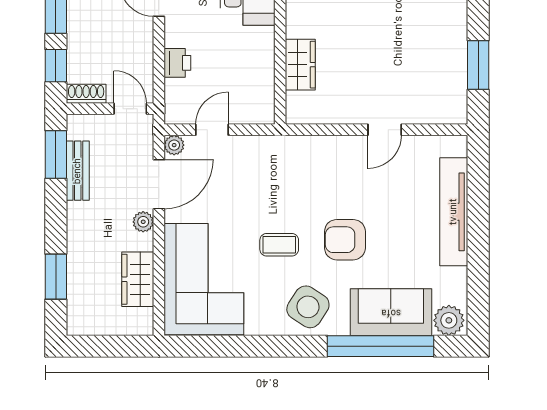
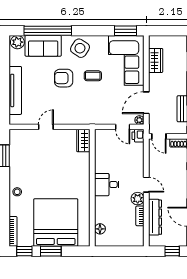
printer: (177, 63) -> (138, 136), moved
wardrobe: (300, 65) -> (83, 141), moved
door: (212, 130) -> (123, 127), hinge flipped
plant: (143, 222) -> (153, 86), removed
armchair: (345, 240) -> (64, 78), turned 180
window: (205, 346) -> (126, 31), added

